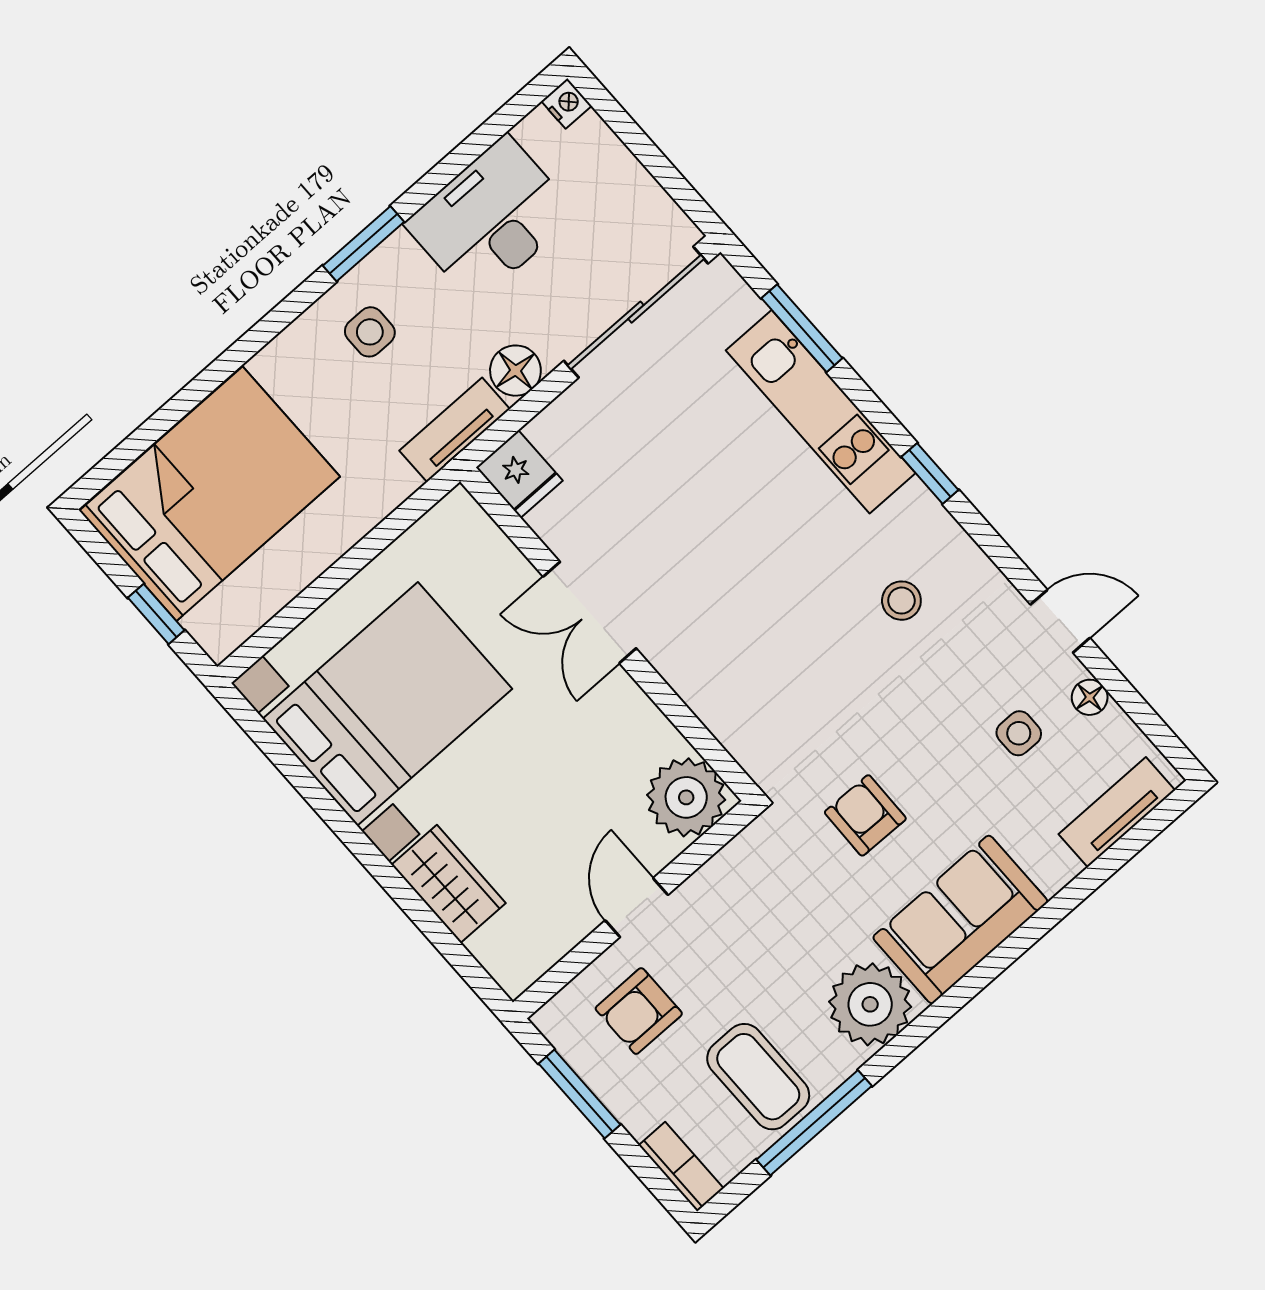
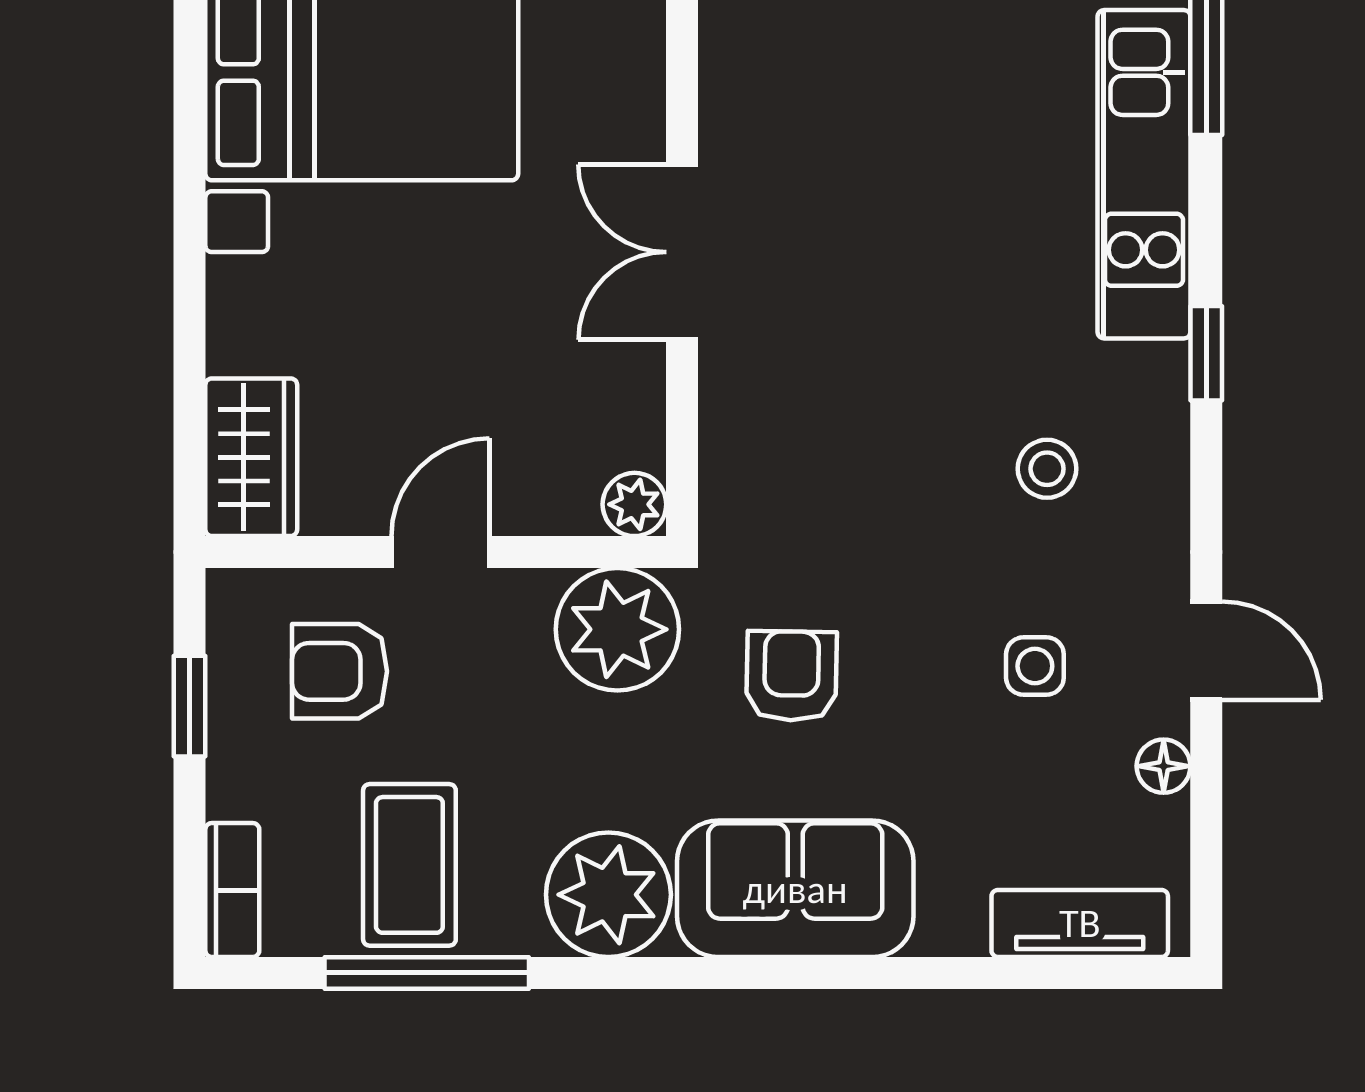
double door: (590, 612) -> (682, 252), moved
side table: (1019, 733) -> (1035, 666), moved
plant: (686, 797) -> (634, 504), width x0.53, depth x0.53
plant: (758, 869) -> (617, 629), added
wardrobe: (449, 884) -> (251, 457), moved
window: (579, 1094) -> (190, 706), width x0.67

